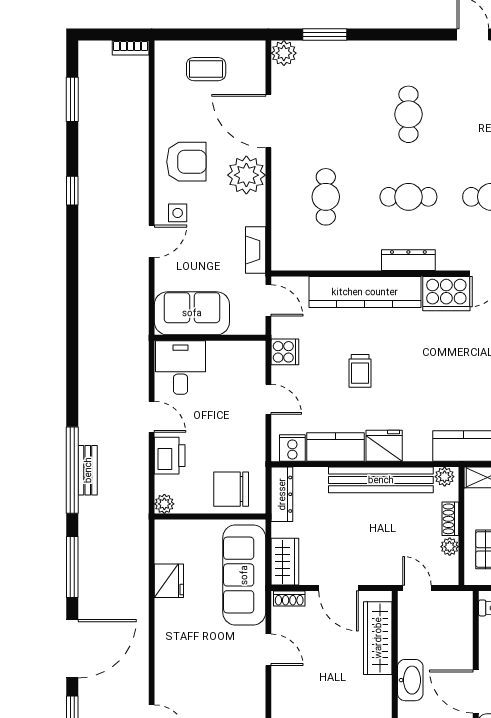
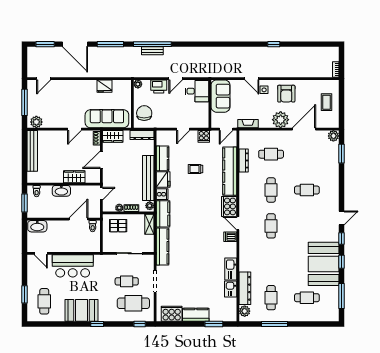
window: (72, 99) -> (313, 44), removed
dresser: (408, 260) -> (244, 160), moved
cooker: (292, 448) -> (162, 194), moved
wardrobe: (378, 638) -> (74, 177), width x0.67
door: (476, 691) -> (78, 219), moved

